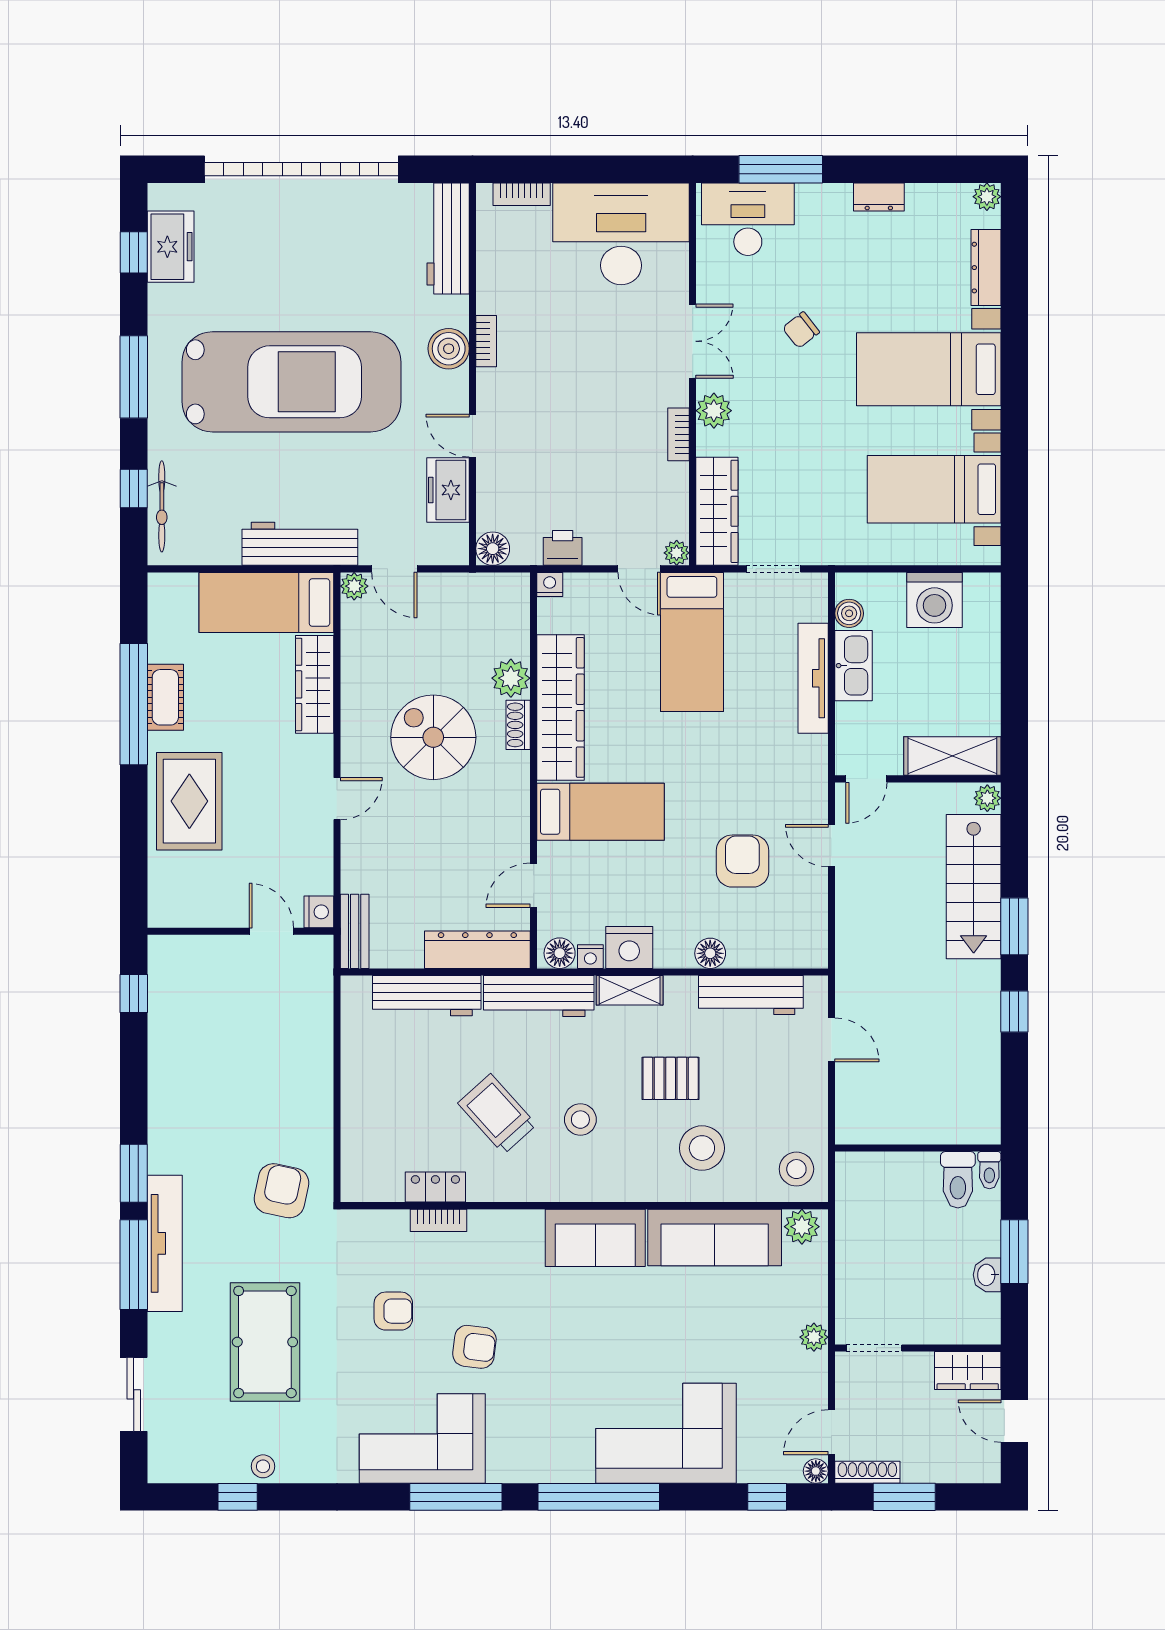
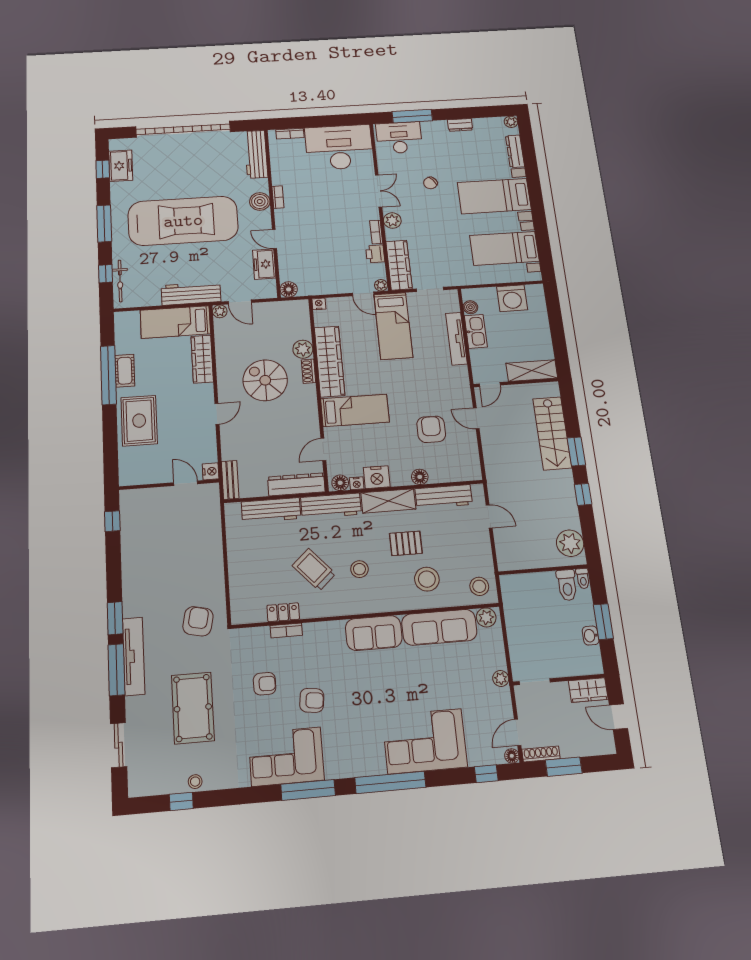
printer: (563, 548) -> (375, 254), moved, turned -90
plant: (987, 798) -> (570, 543), moved, width x1.87, depth x1.87
shelving: (630, 990) -> (388, 501), width x1.50, depth x1.33

